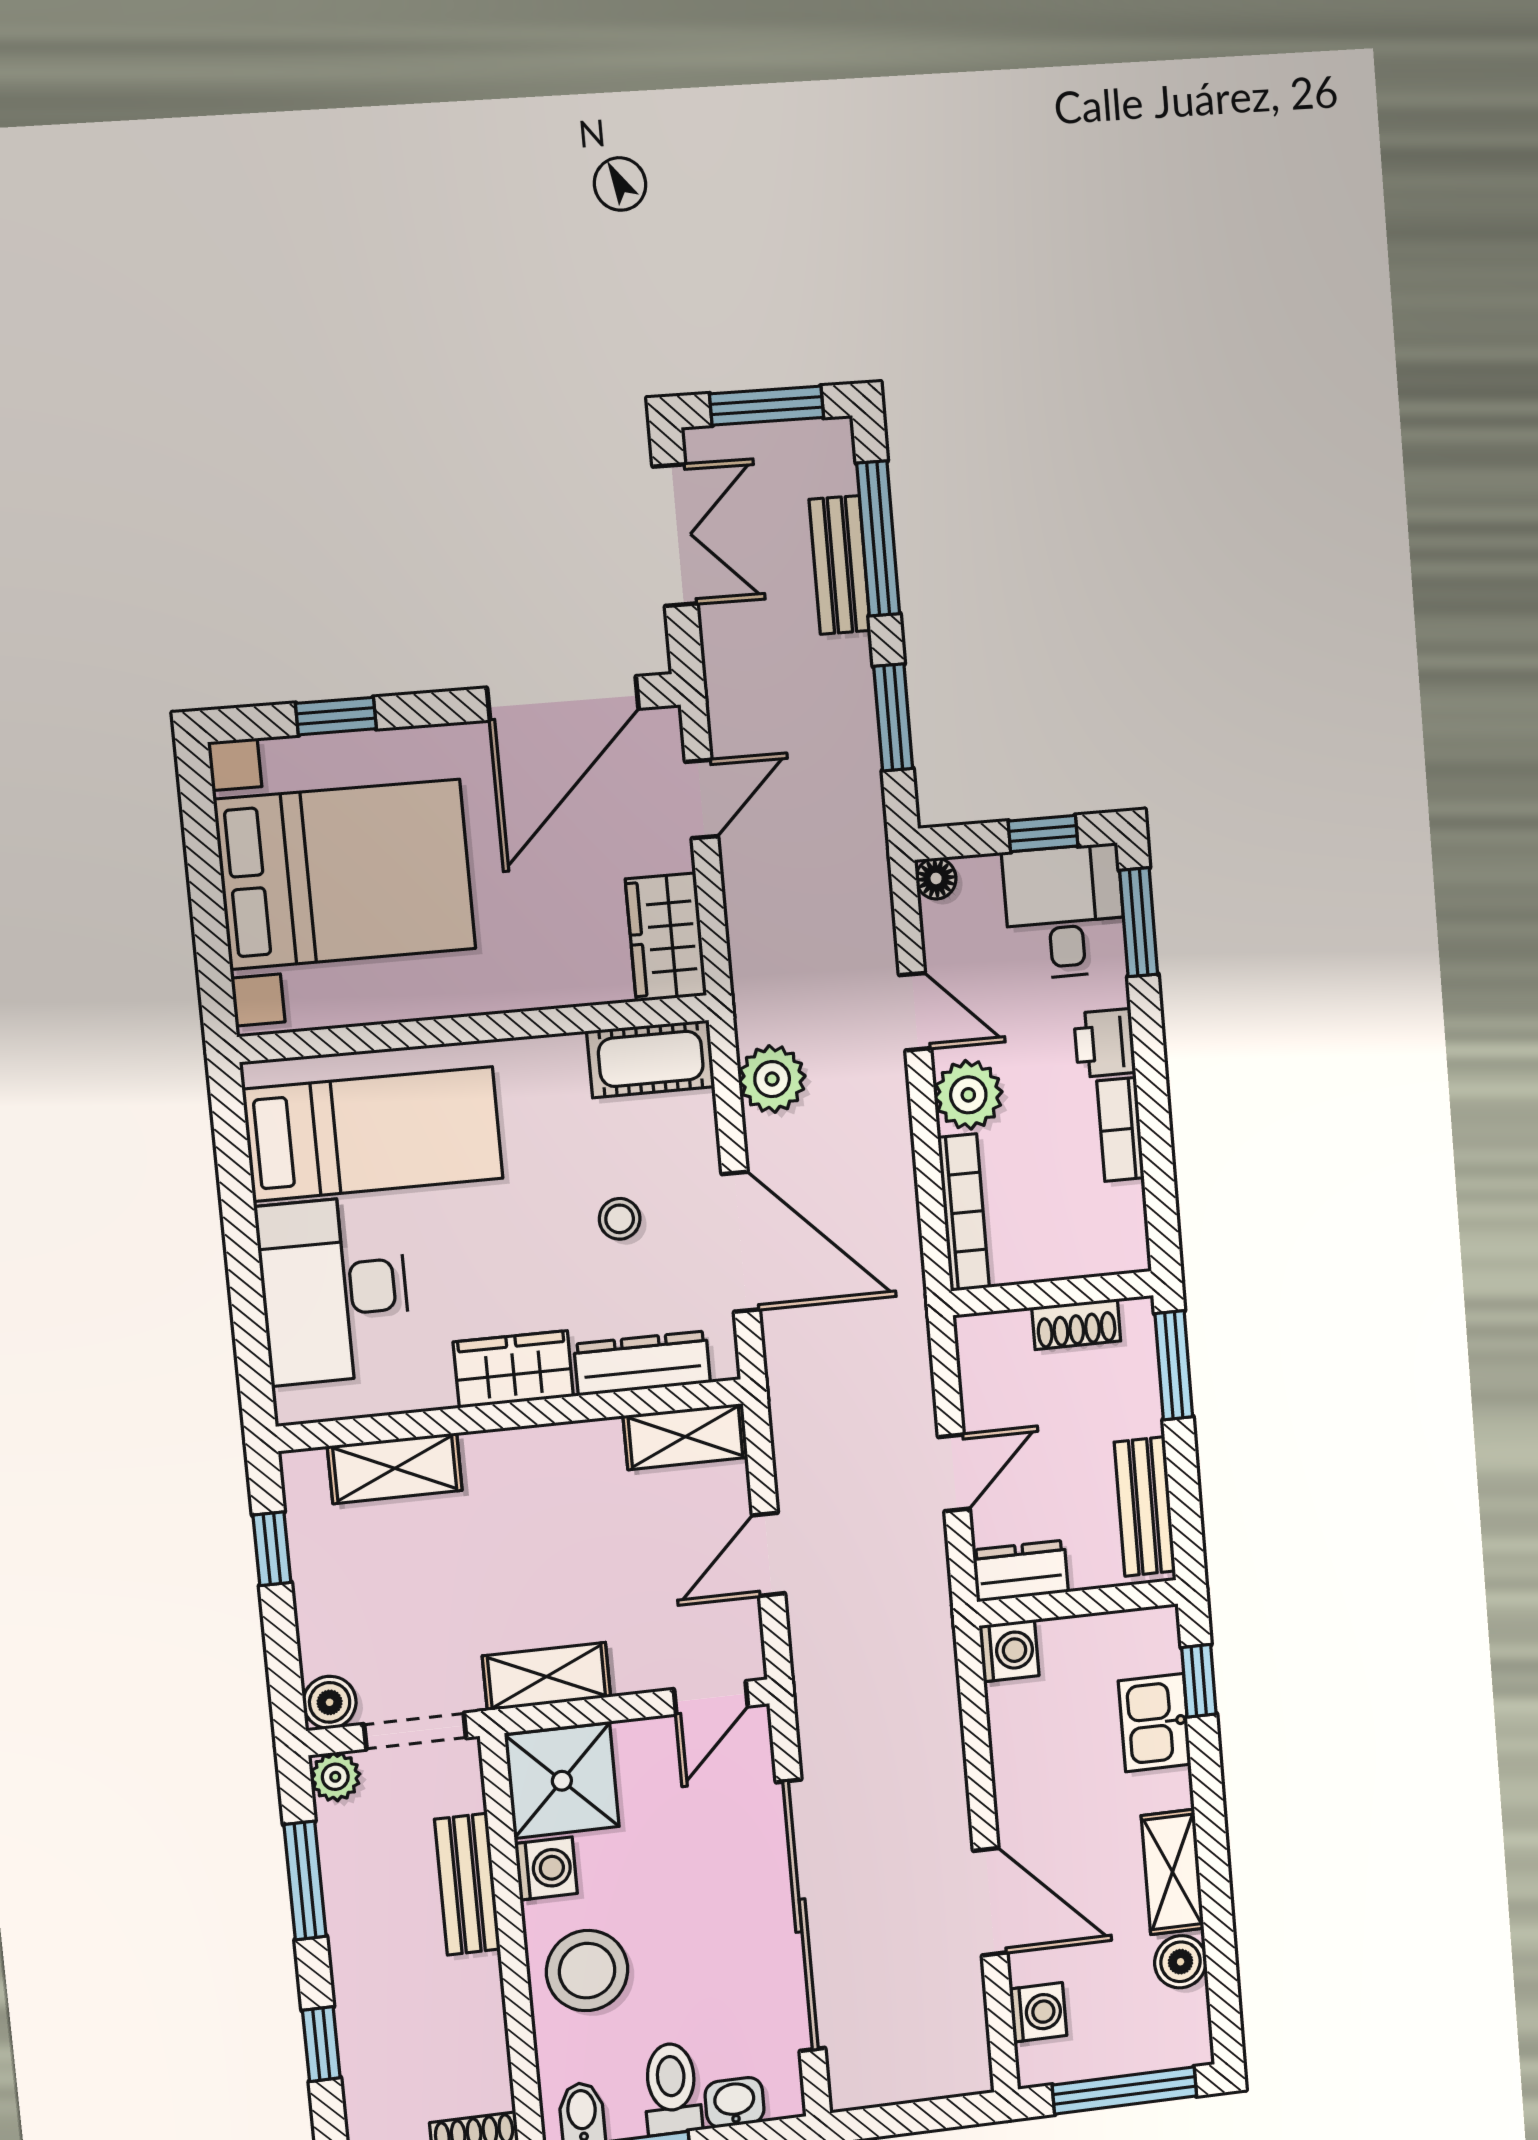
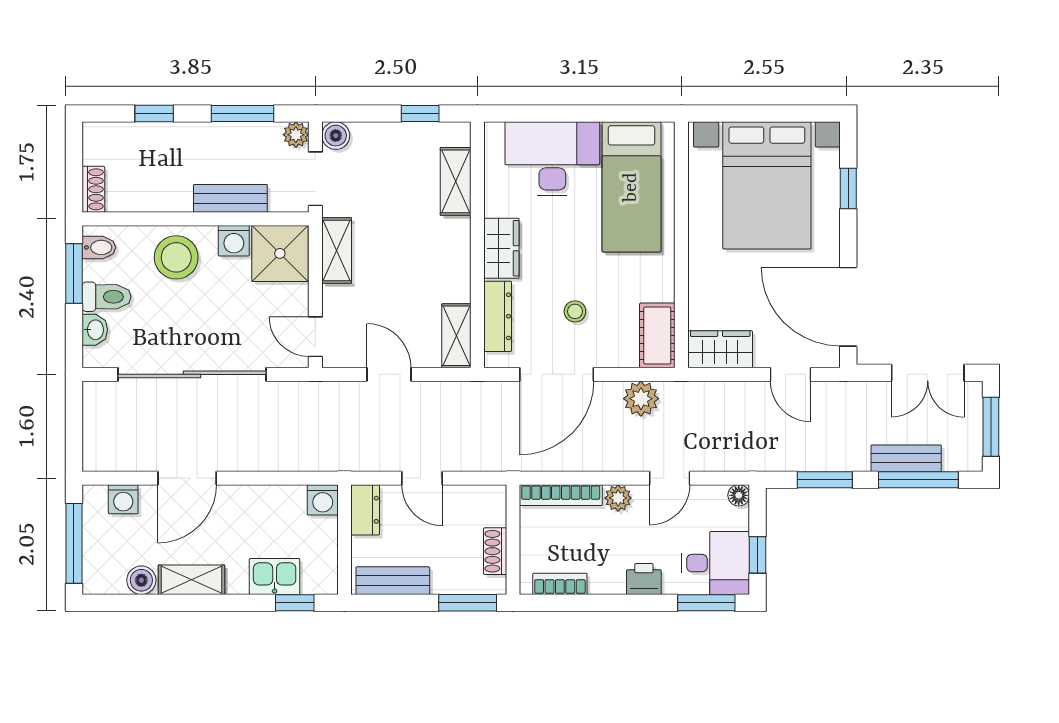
plant: (968, 1095) -> (618, 498), width x0.73, depth x0.73
bookcase: (1120, 1129) -> (560, 584), moved

